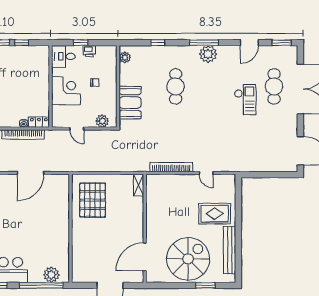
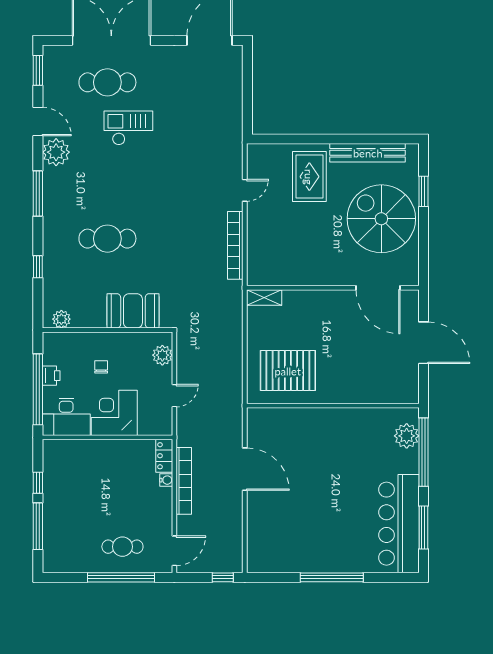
window: (81, 43) -> (38, 389), width x3.17
plant: (208, 54) -> (56, 152), moved
desk: (63, 56) -> (66, 417), width x1.37

